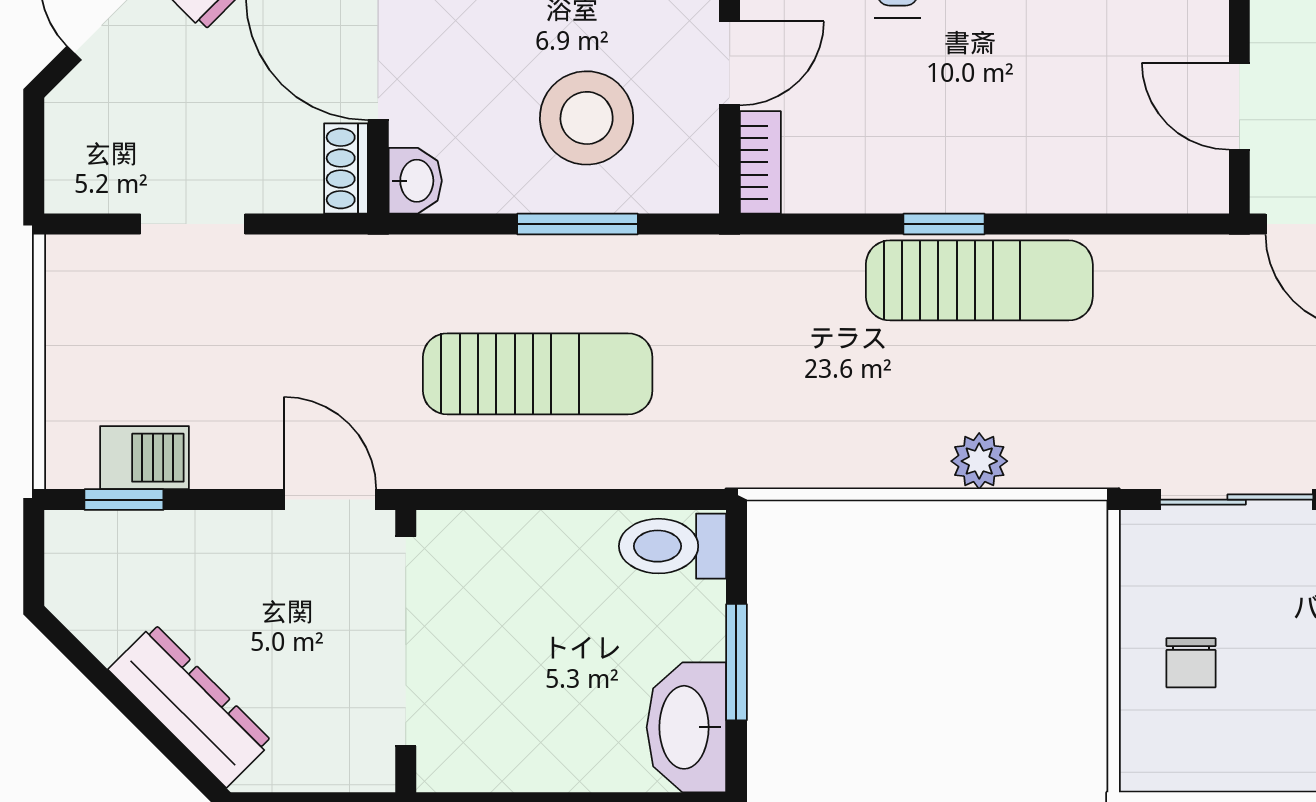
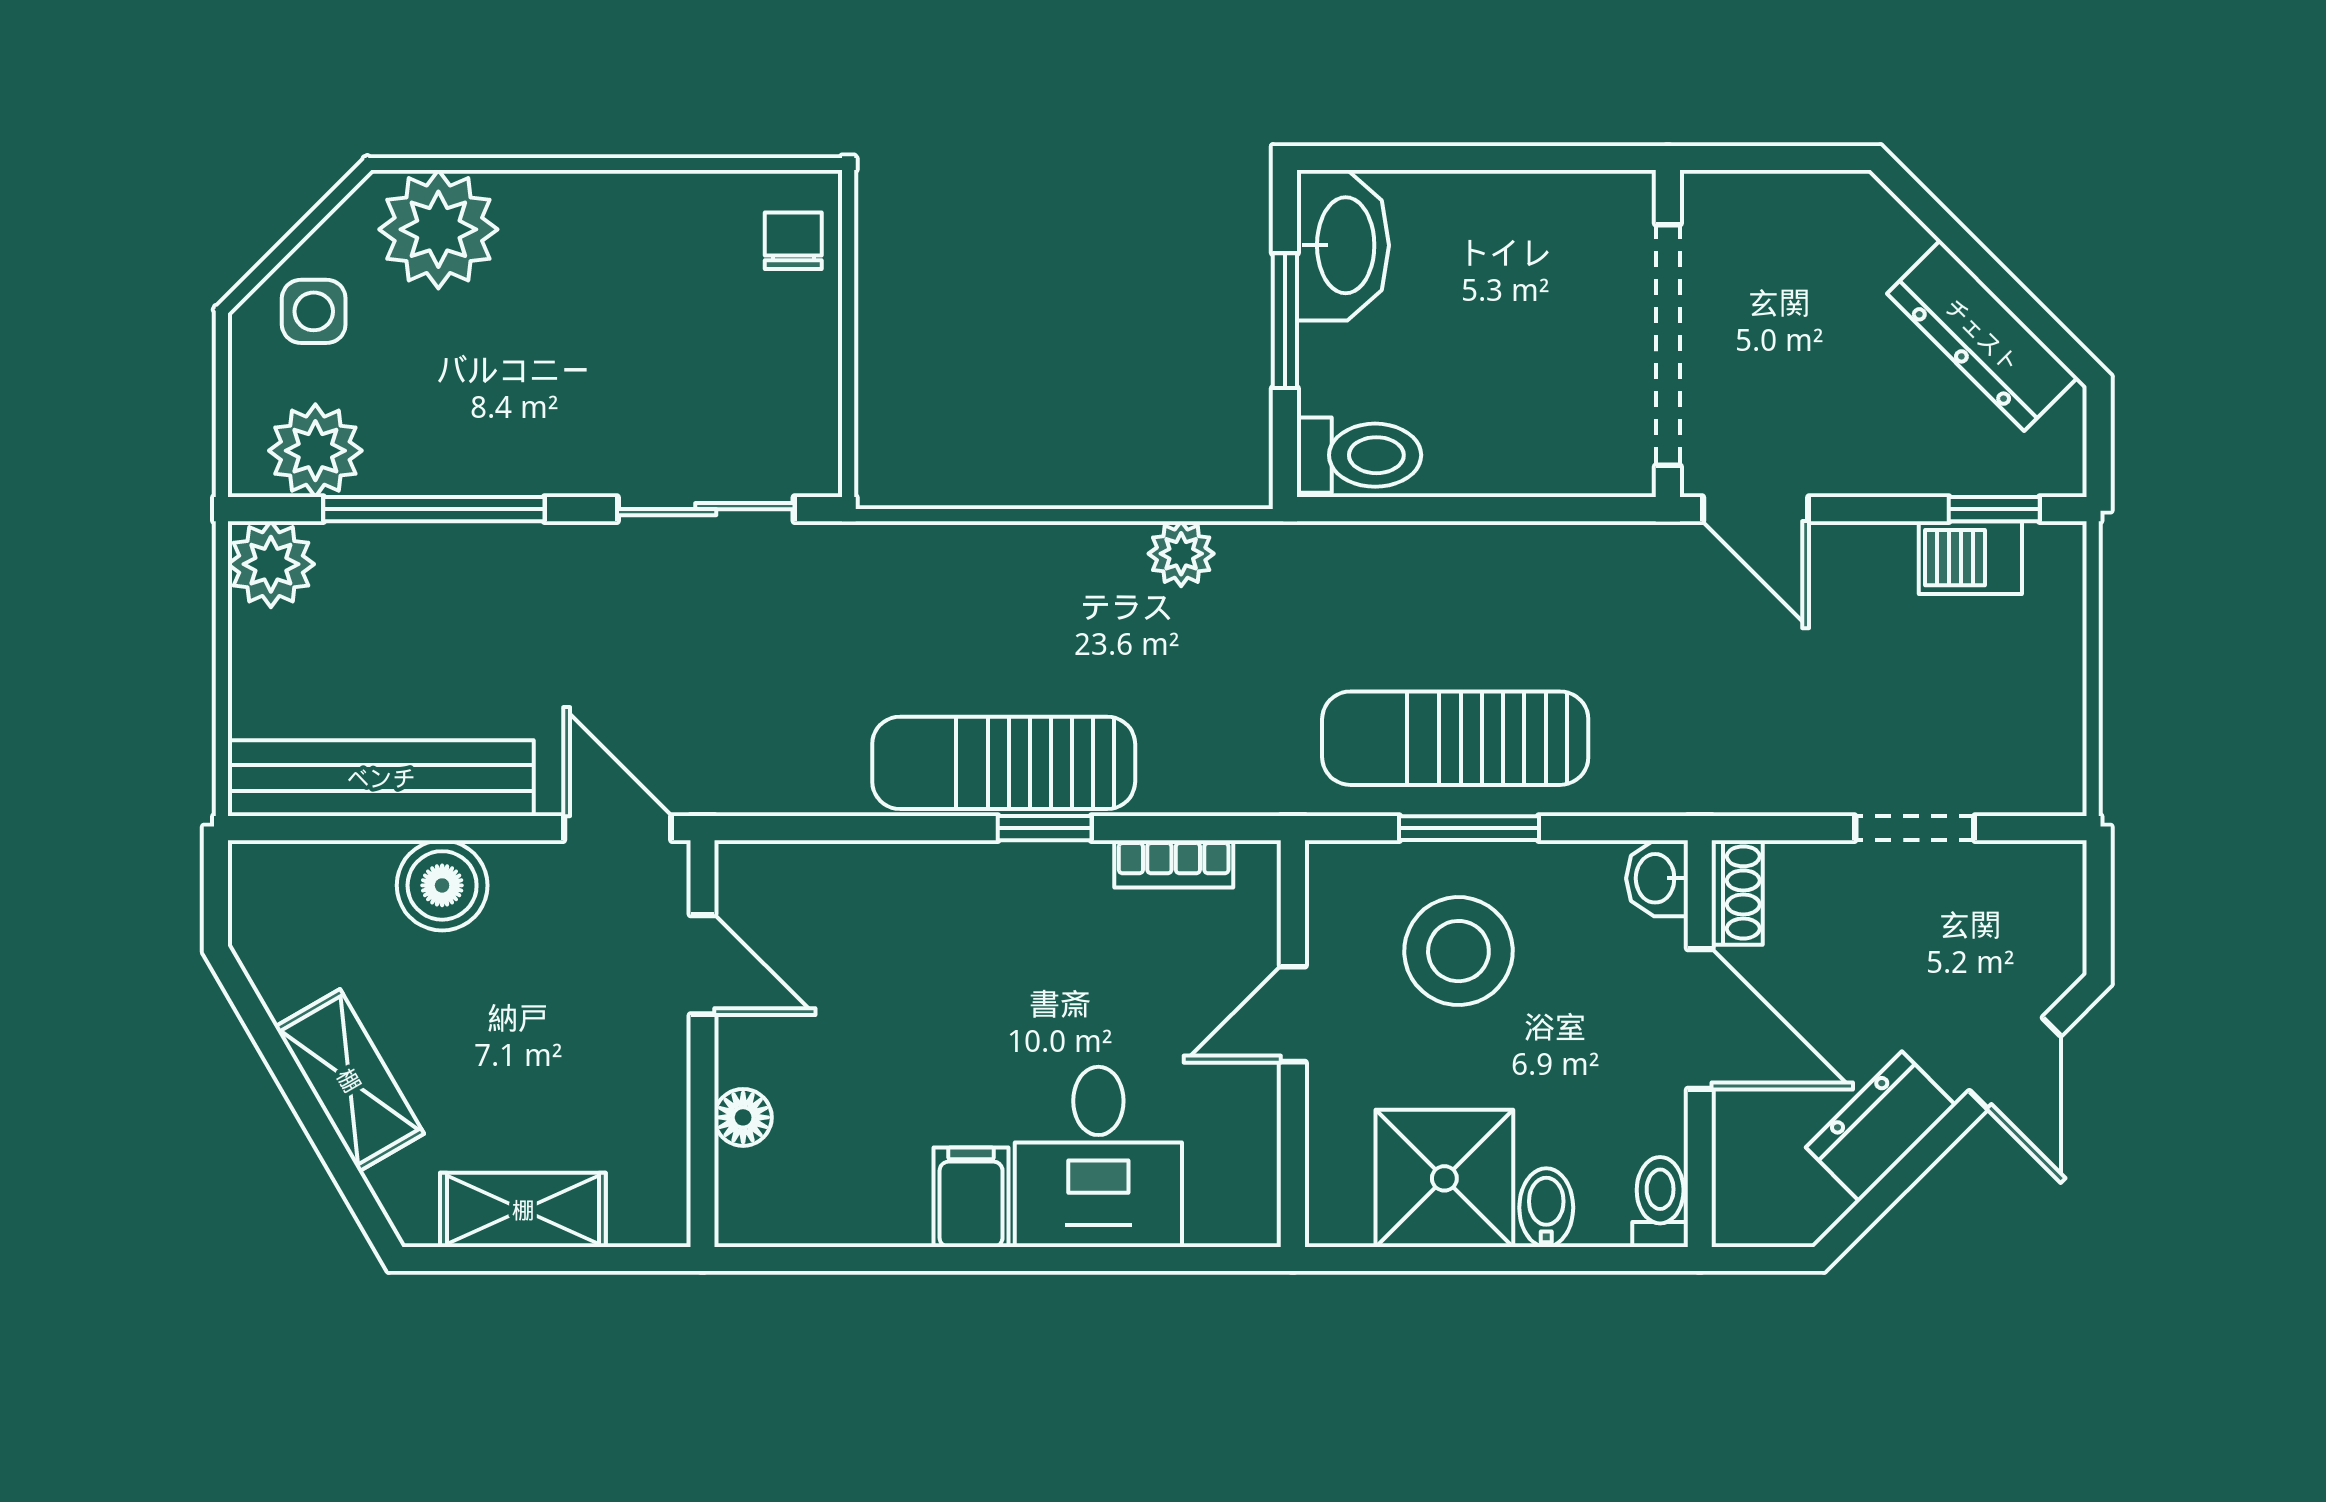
bookcase: (760, 162) -> (1174, 864), moved, turned -90
sun lounger: (538, 374) -> (1455, 738), moved
plant: (979, 461) -> (1181, 554), moved
chair: (1191, 663) -> (793, 241), moved
dresser: (190, 706) -> (1982, 335), moved

